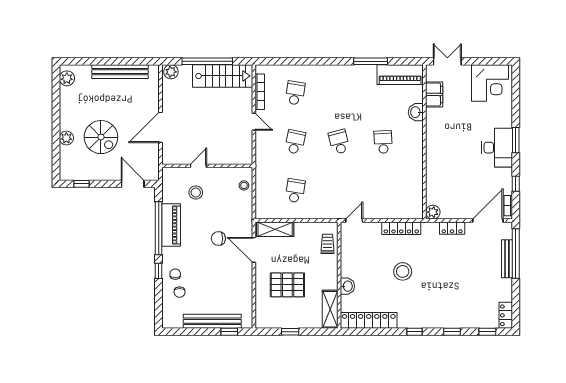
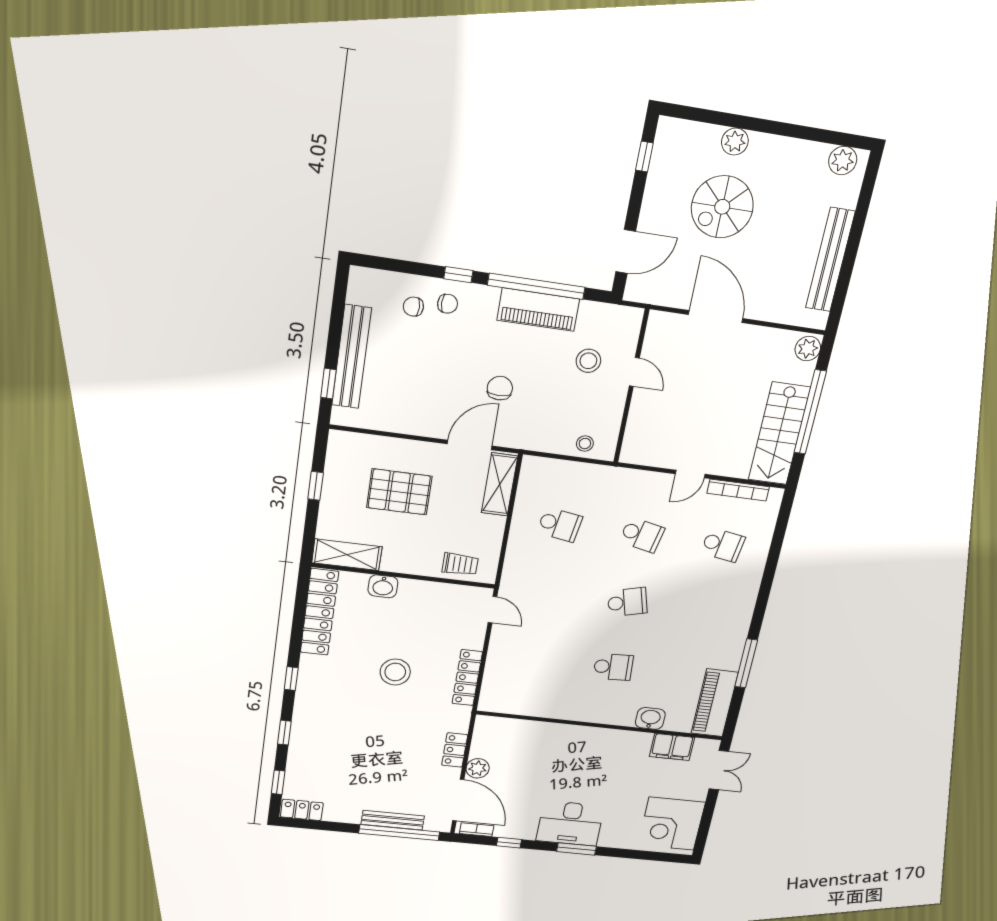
plant: (433, 212) -> (478, 768), moved
pallet: (287, 285) -> (399, 492), turned 90

